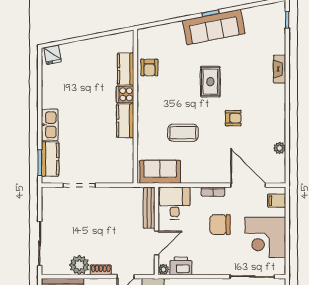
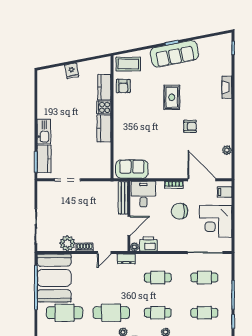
fridge: (53, 55) -> (72, 71), moved
coffee table: (183, 133) -> (128, 64), moved

